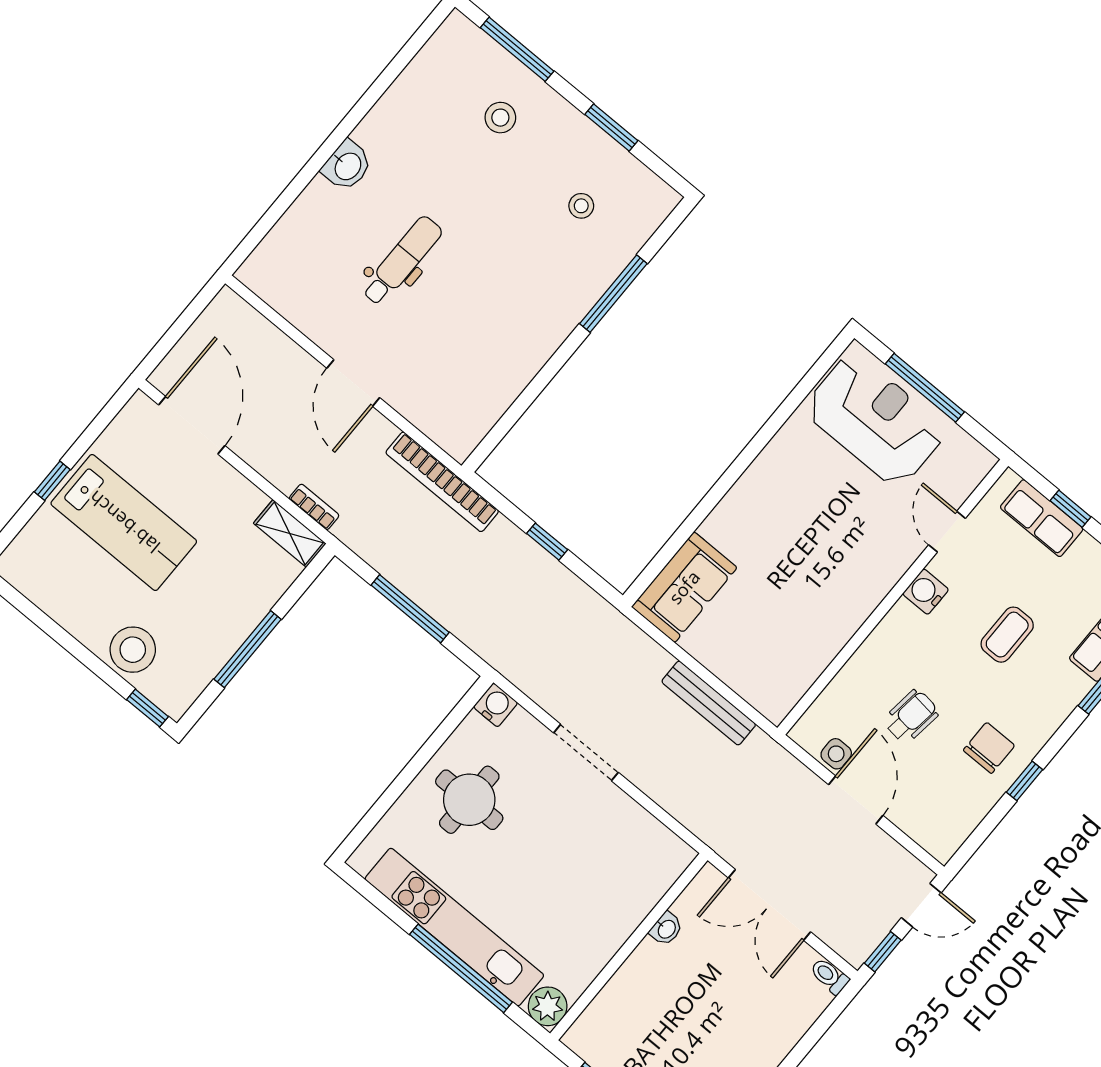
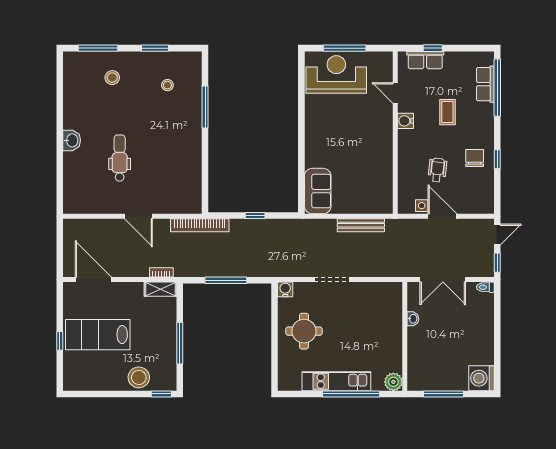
lab bench: (124, 522) -> (98, 335), turned 180
kitchen unit: (454, 927) -> (336, 381), width x0.73

